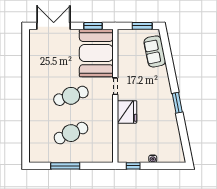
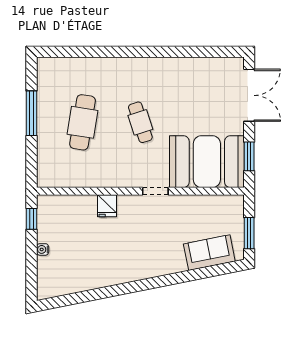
cafe table: (71, 96) -> (140, 122), width x0.73, depth x0.74
window: (177, 103) -> (130, 288), removed
fridge: (127, 112) -> (107, 206), width x0.53, depth x0.75
cafe table: (71, 133) -> (83, 122), turned 33

